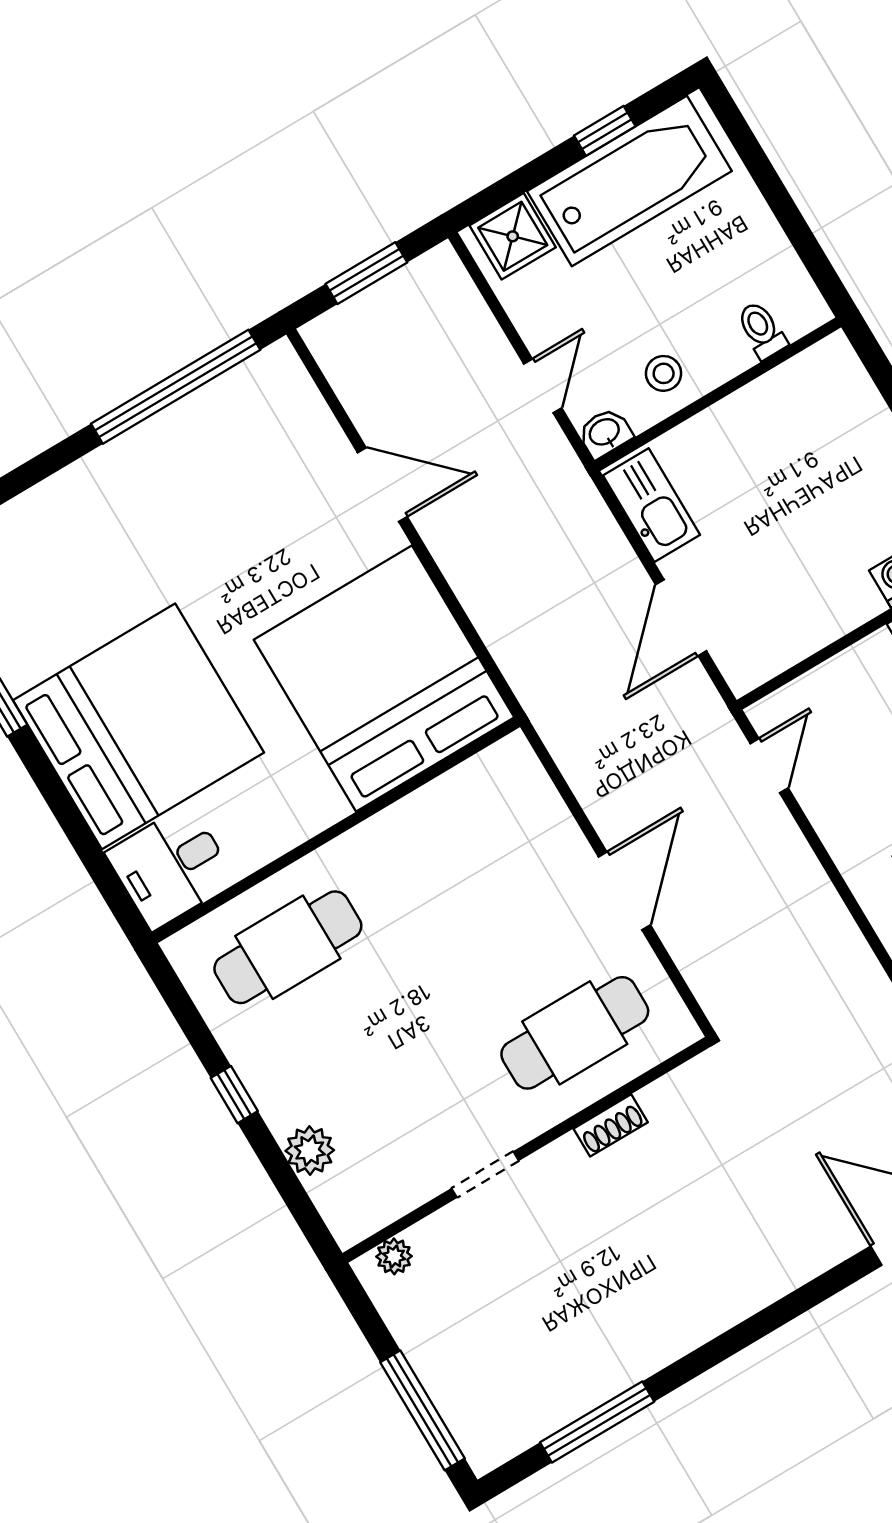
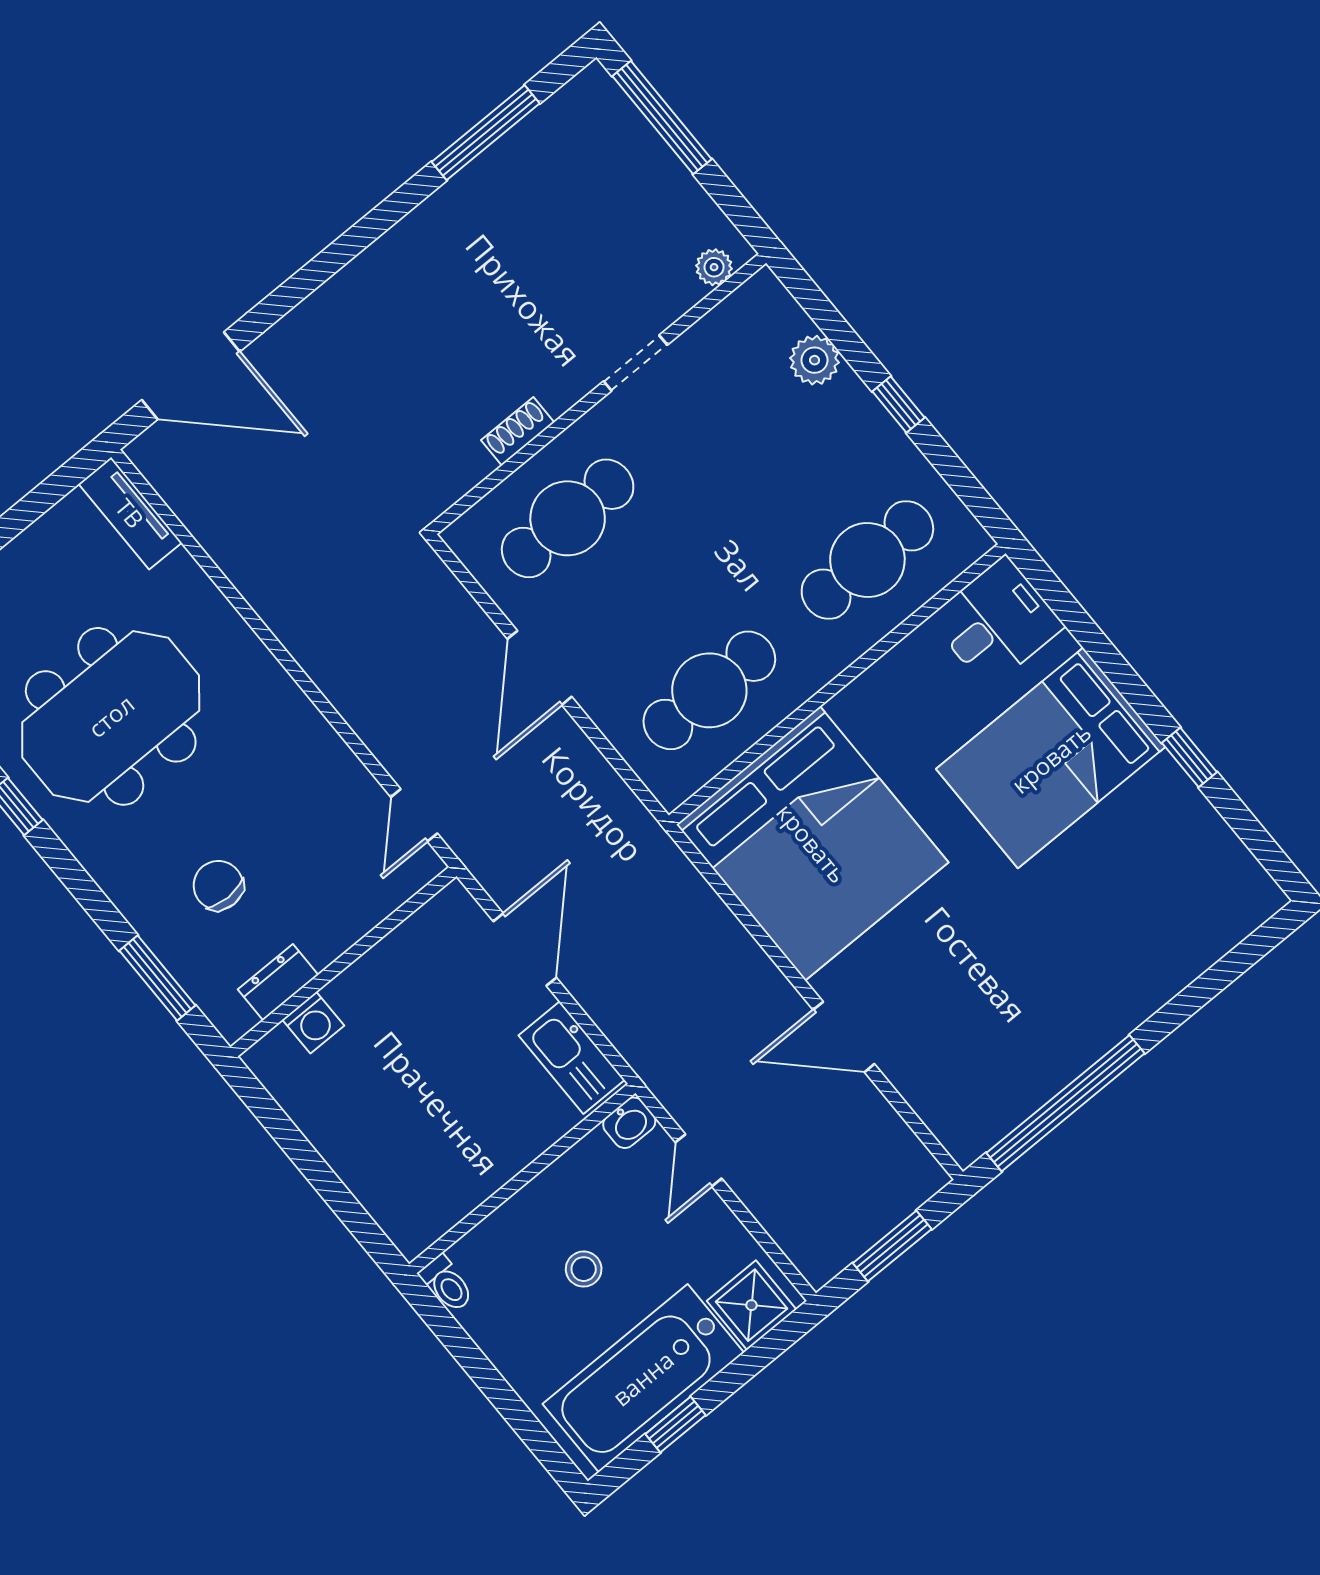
toilet: (762, 330) -> (447, 1284), moved
stool: (664, 373) -> (584, 1269), moved
bed: (138, 726) -> (1051, 758), width x0.73
cafe table: (462, 843) -> (709, 690), added

